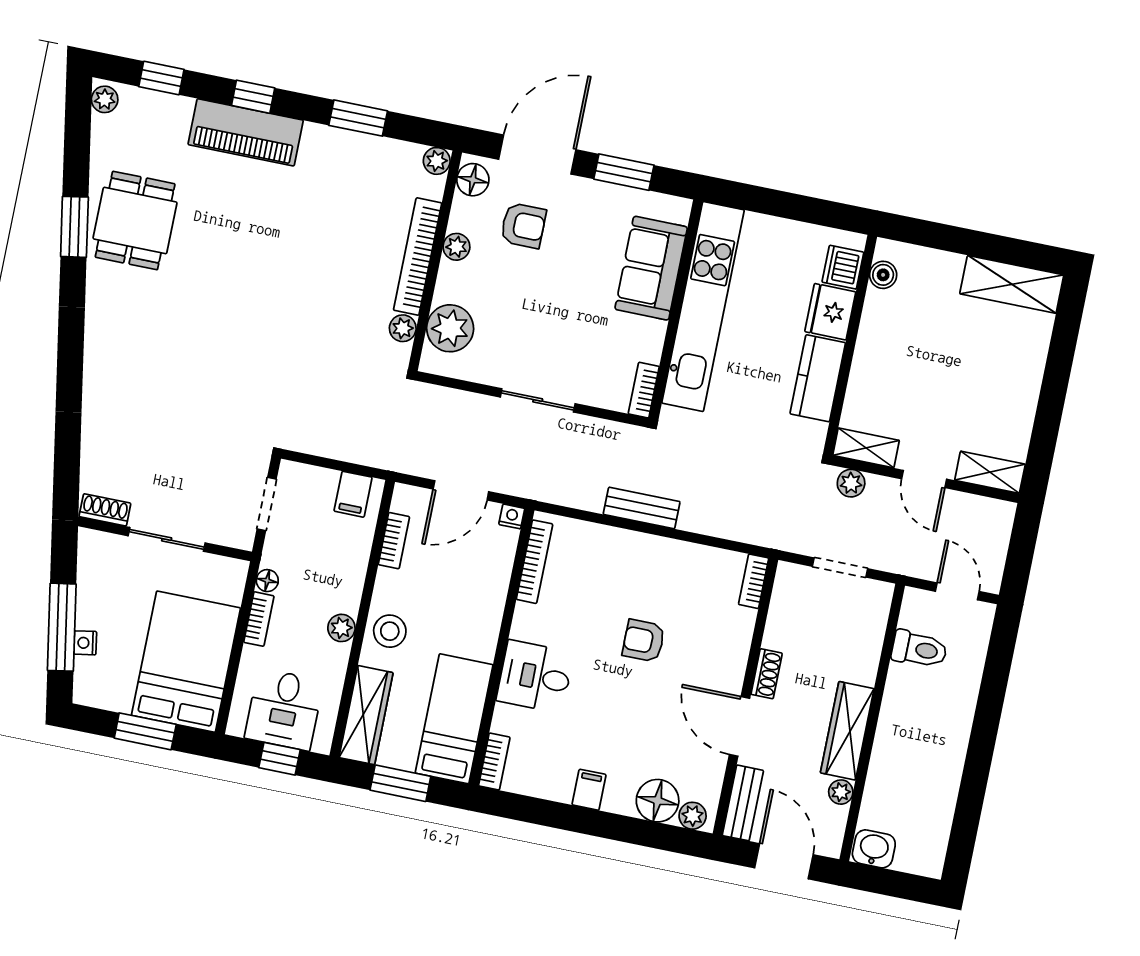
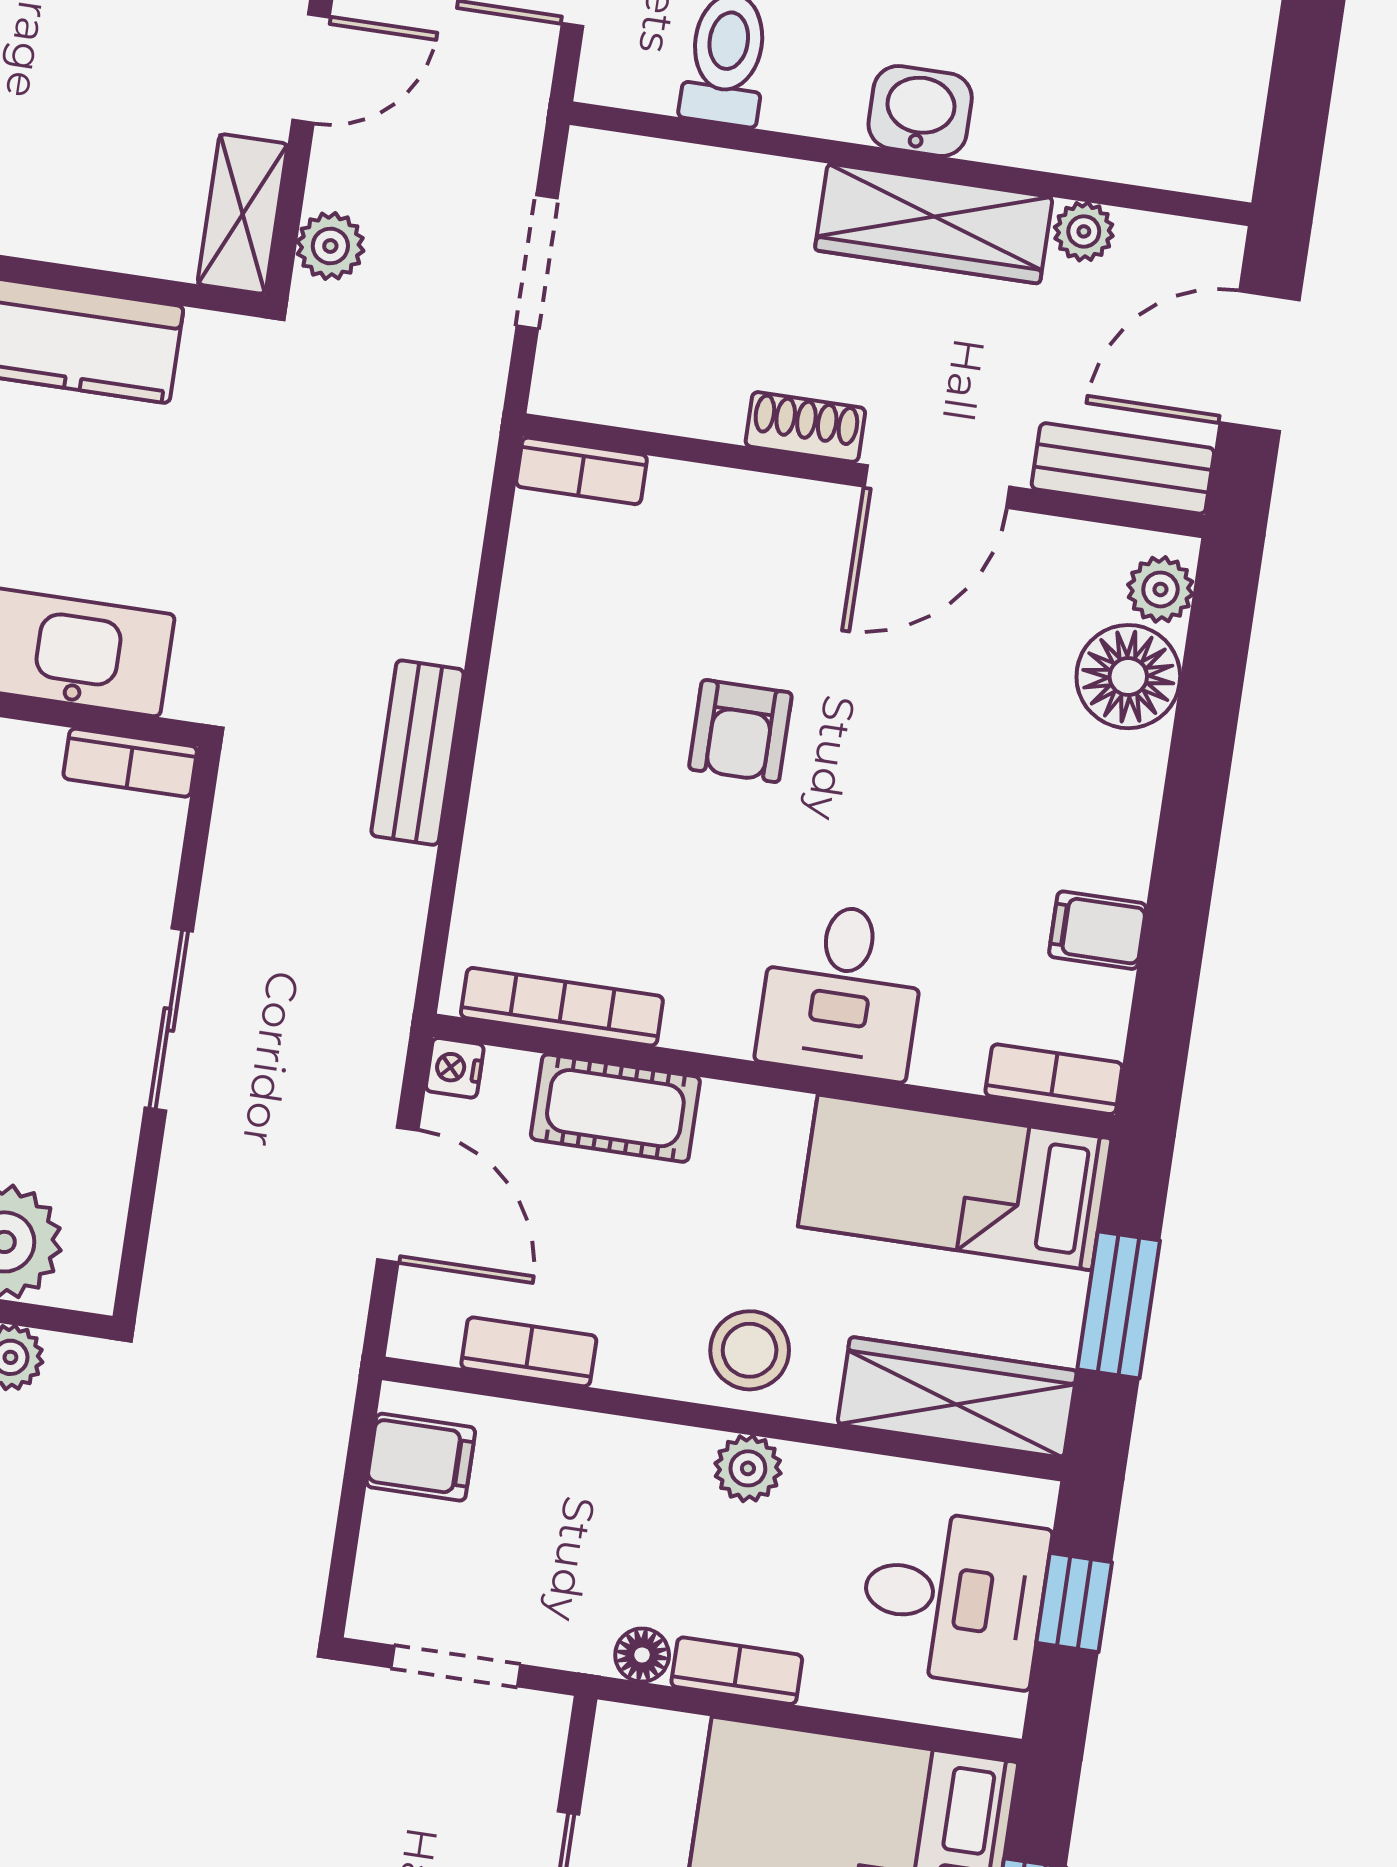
cot: (492, 581) -> (615, 1108), added
filing cabinet: (589, 790) -> (1098, 930), moved
washbasin: (874, 849) -> (920, 111), moved, turned 90

